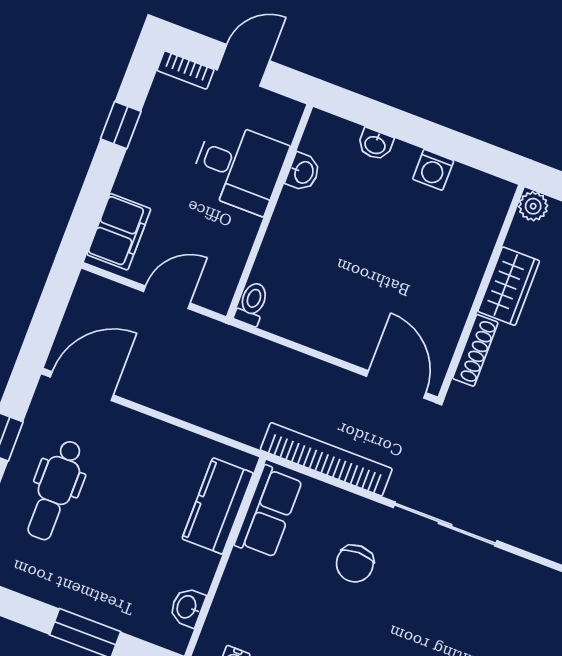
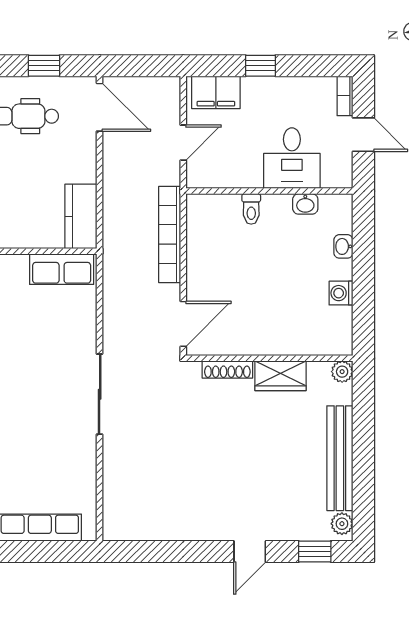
window: (121, 125) -> (260, 66), moved
door: (167, 297) -> (183, 143), hinge flipped
toilet: (252, 304) -> (251, 209), moved, turned 90
bookcase: (326, 459) -> (170, 234), moved, turned 180
kitchen counter: (218, 506) -> (81, 216), moved, turned -90
chair: (355, 564) -> (49, 342), removed

